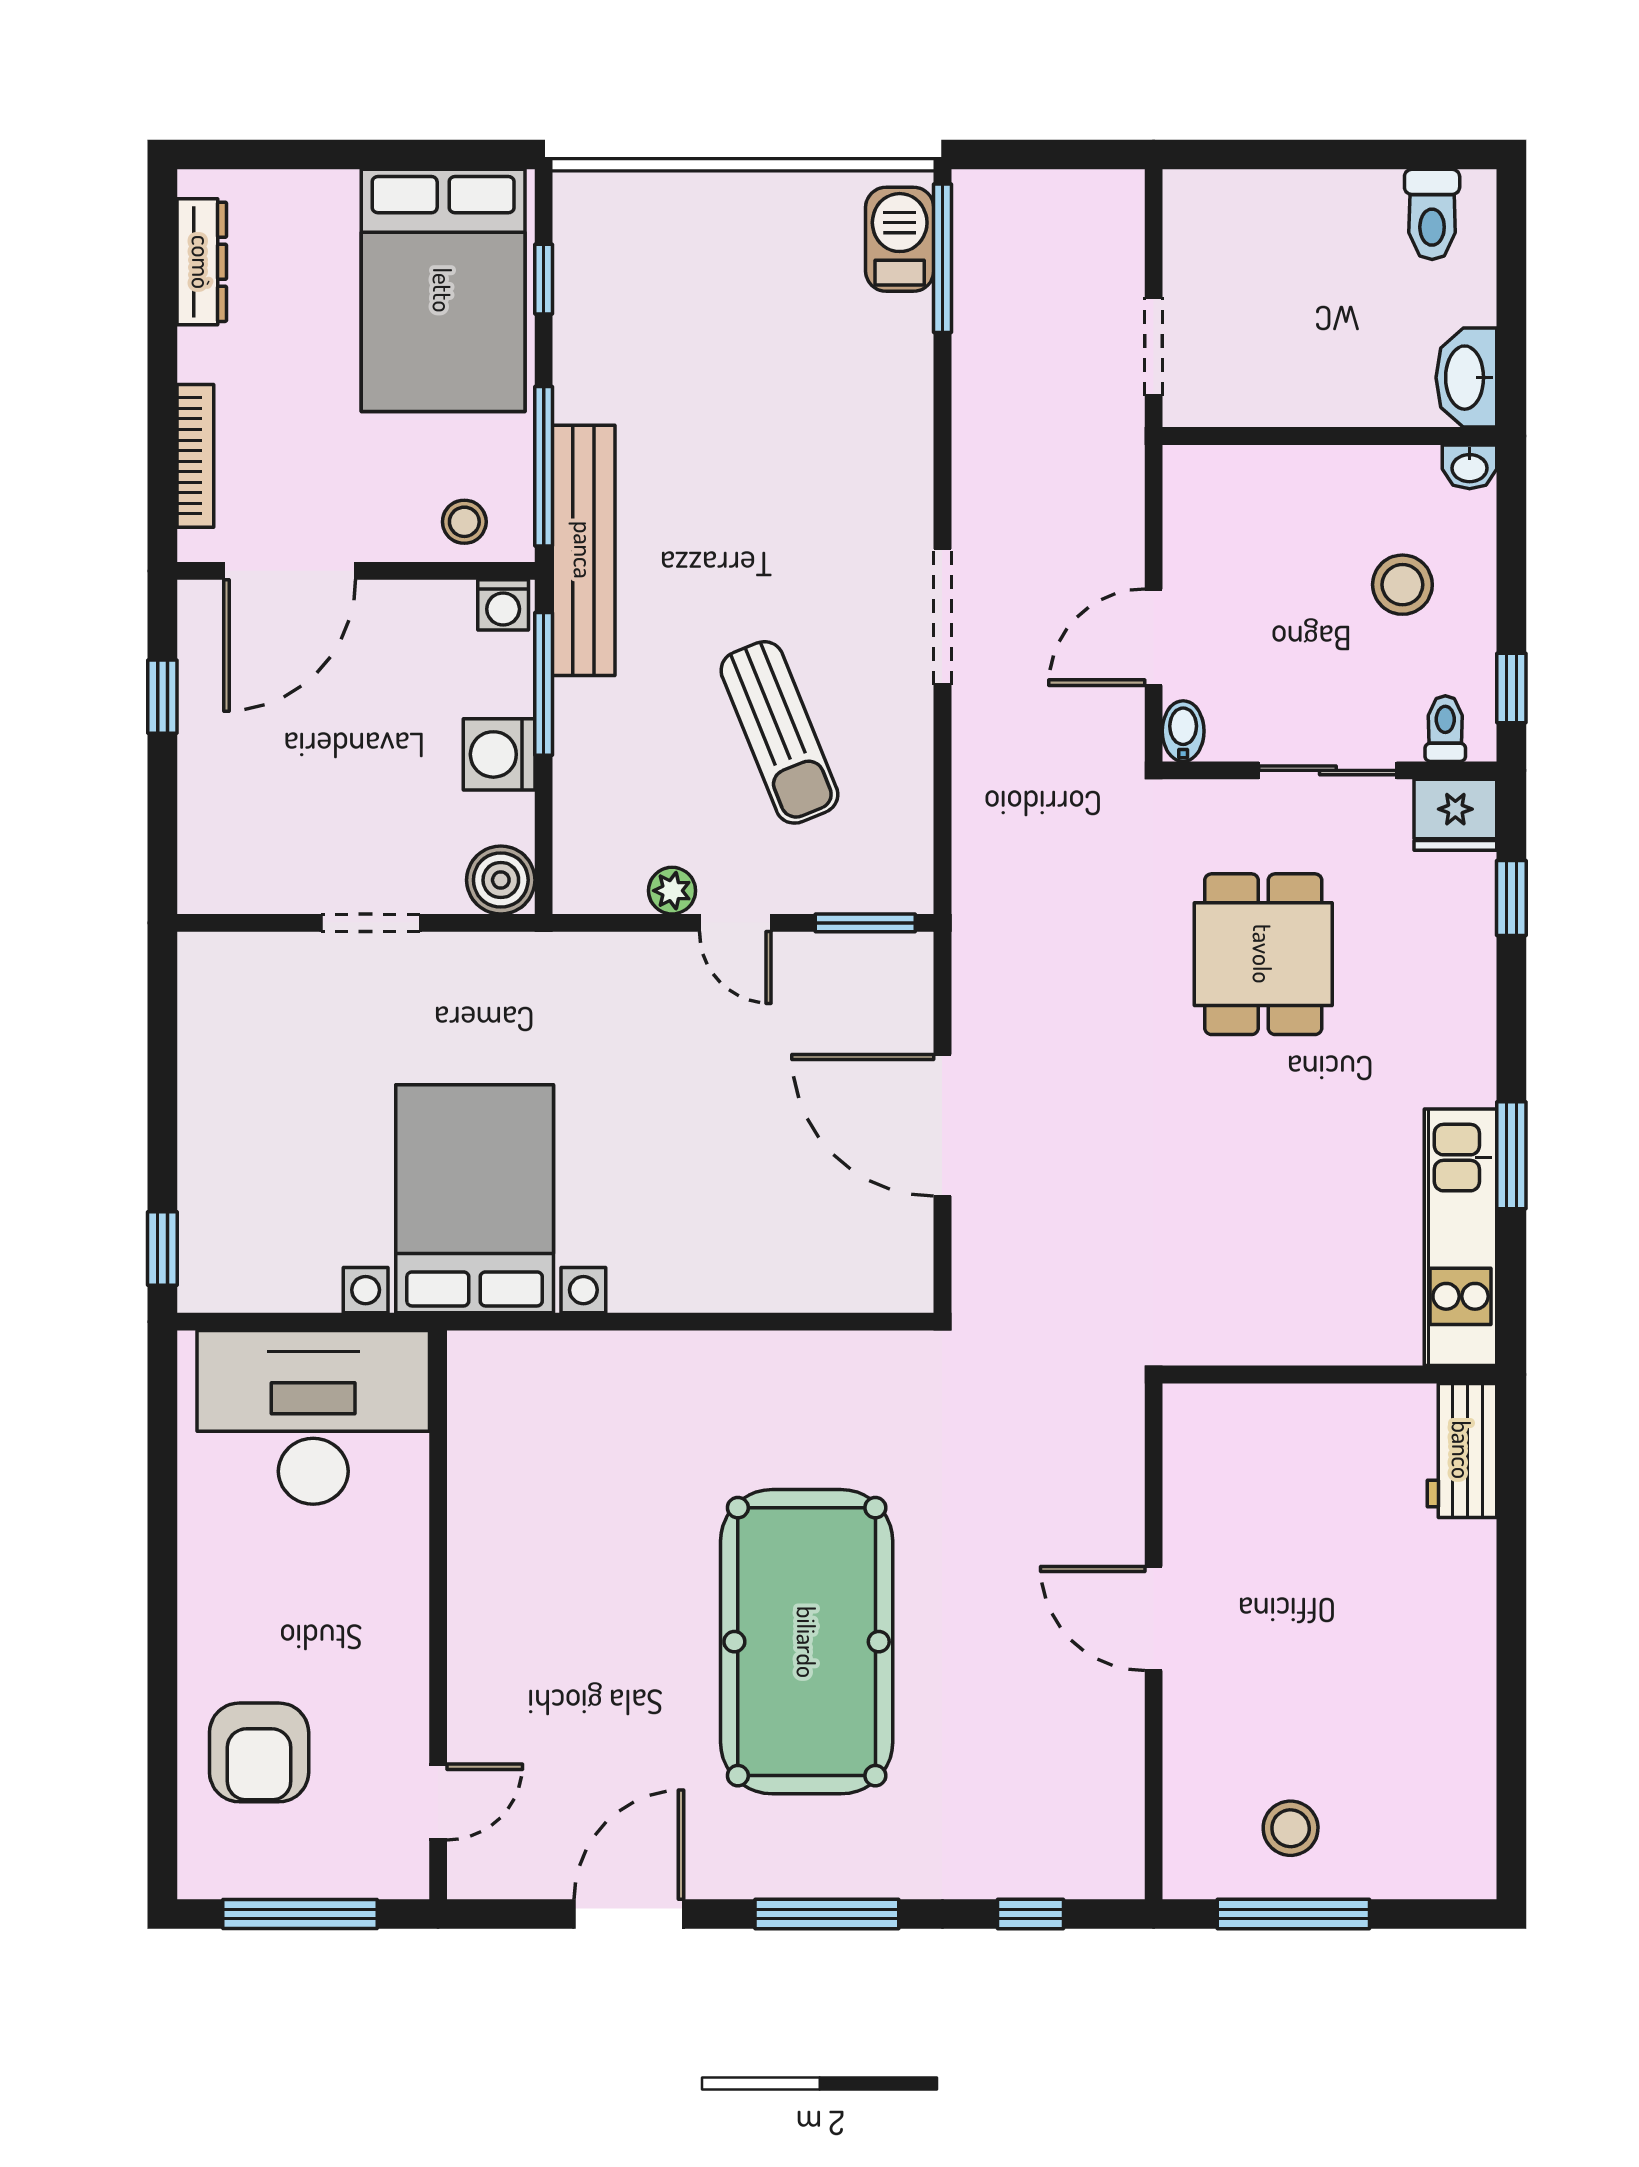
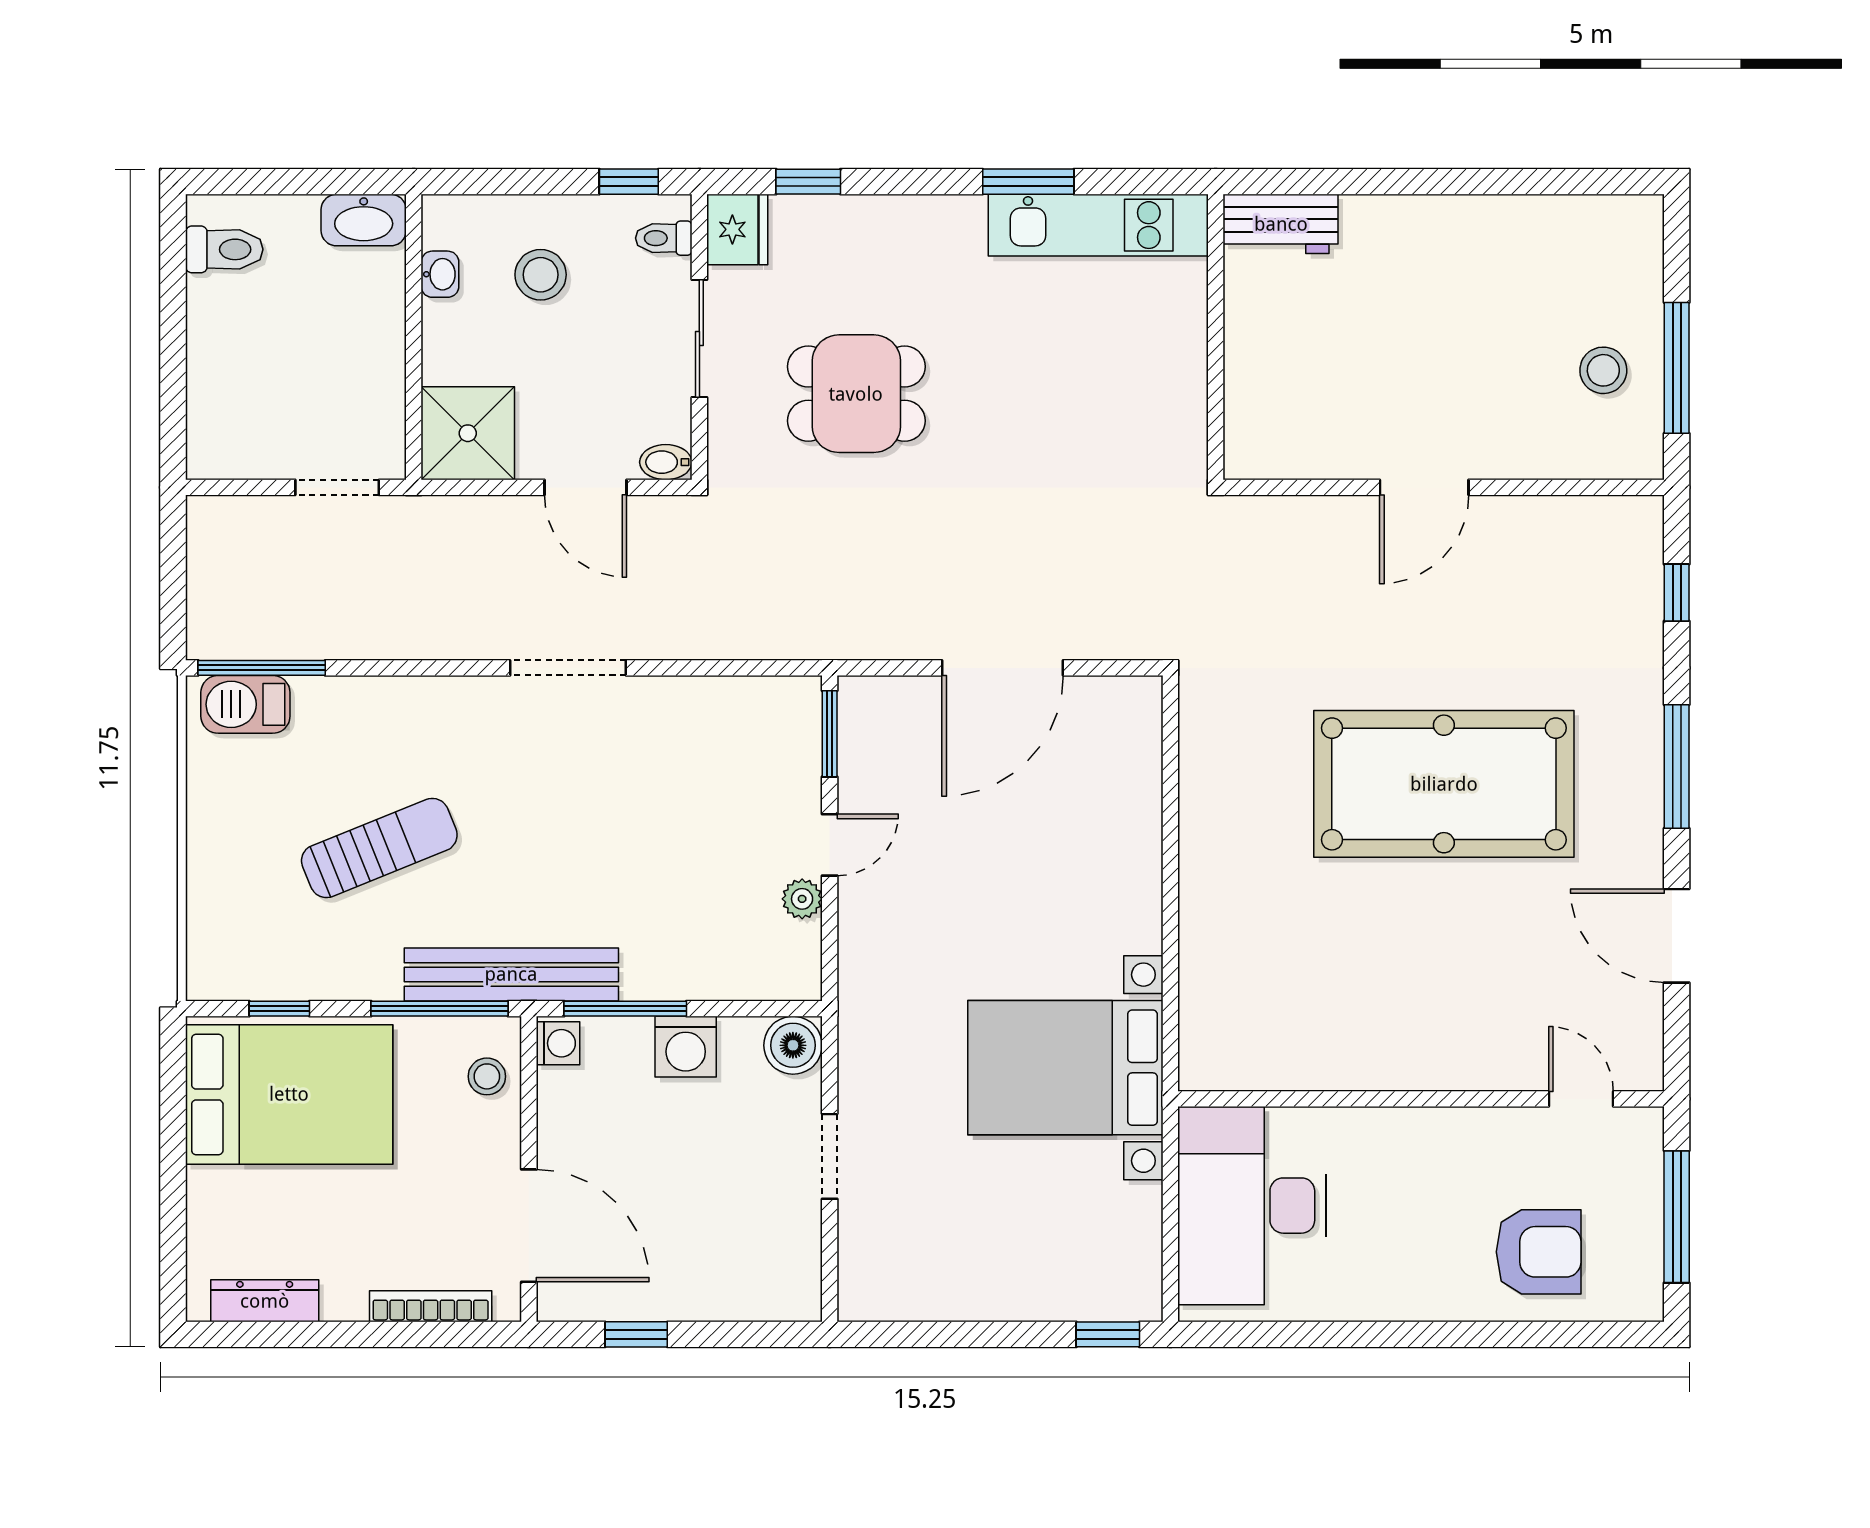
washbasin: (1470, 467) -> (440, 274), moved
shower: (1217, 499) -> (468, 433), added
sun lounger: (779, 732) -> (379, 848), moved

